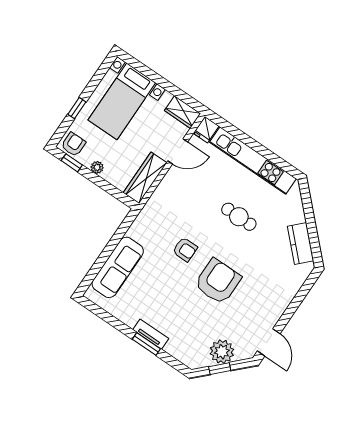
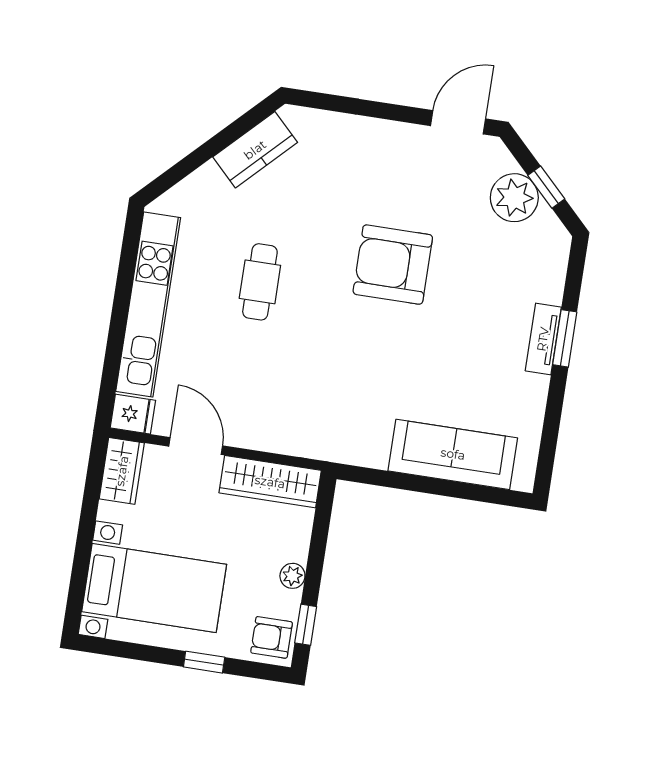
armchair: (185, 249) -> (364, 350), removed

